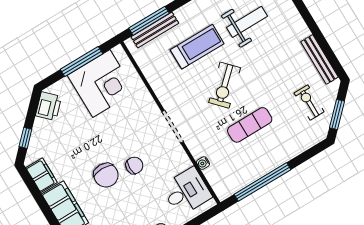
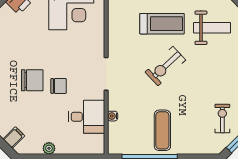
exercise mat: (250, 125) -> (162, 130), moved, turned 90
chair: (106, 175) -> (32, 80), turned -90
desk: (186, 192) -> (87, 117), moved

